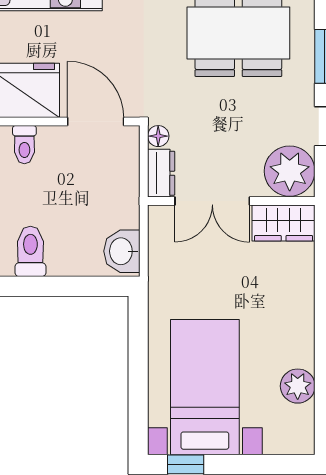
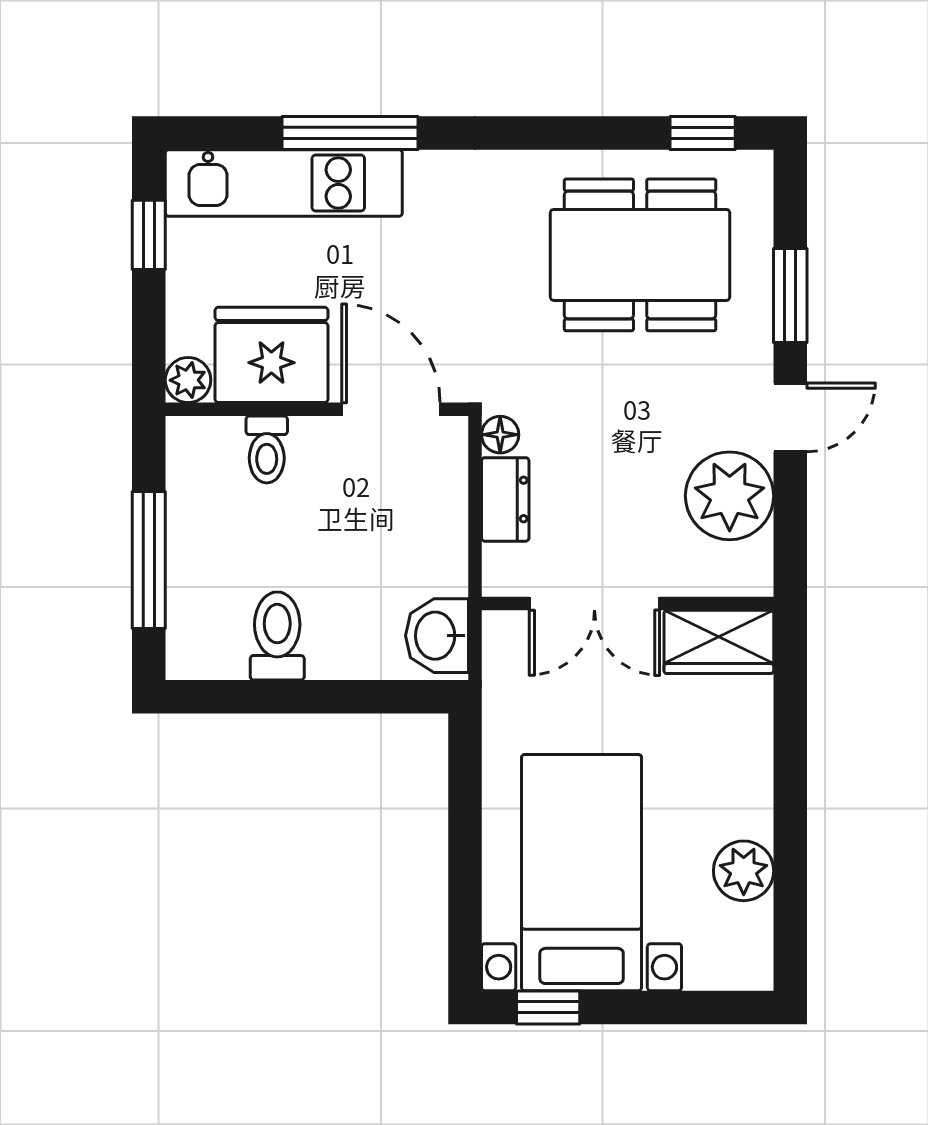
double door: (212, 201) -> (594, 604), moved
wall: (231, 201) -> (628, 604), moved
wardrobe: (284, 223) -> (719, 642), moved

